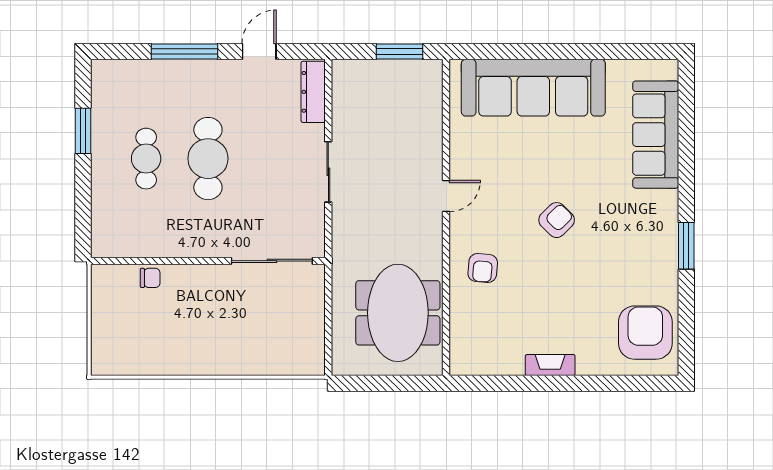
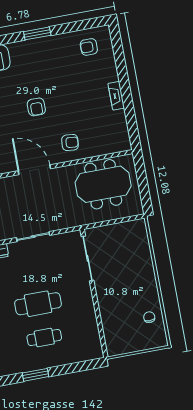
door: (446, 196) -> (34, 170), width x1.87
armchair: (557, 220) -> (36, 107), turned -135
chair: (150, 278) -> (149, 317), moved
armchair: (645, 333) -> (89, 47), width x0.53, depth x0.53

